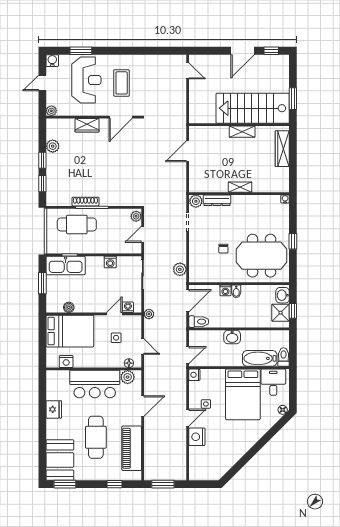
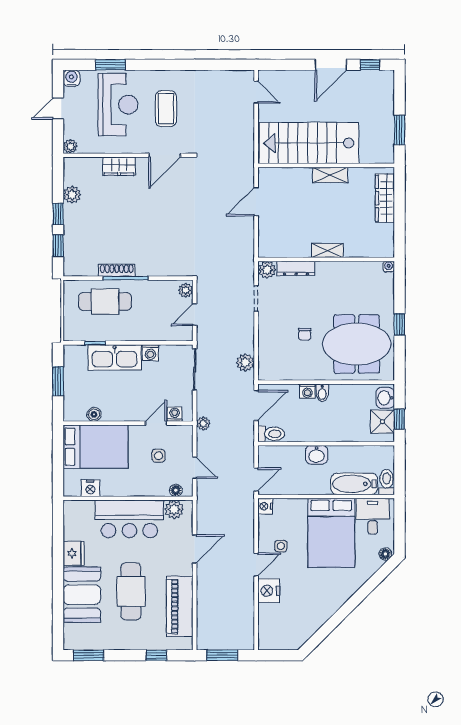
stairs: (253, 108) -> (309, 143), moved
kitchen sink: (66, 266) -> (115, 357), moved
booth: (60, 460) -> (82, 595), moved

